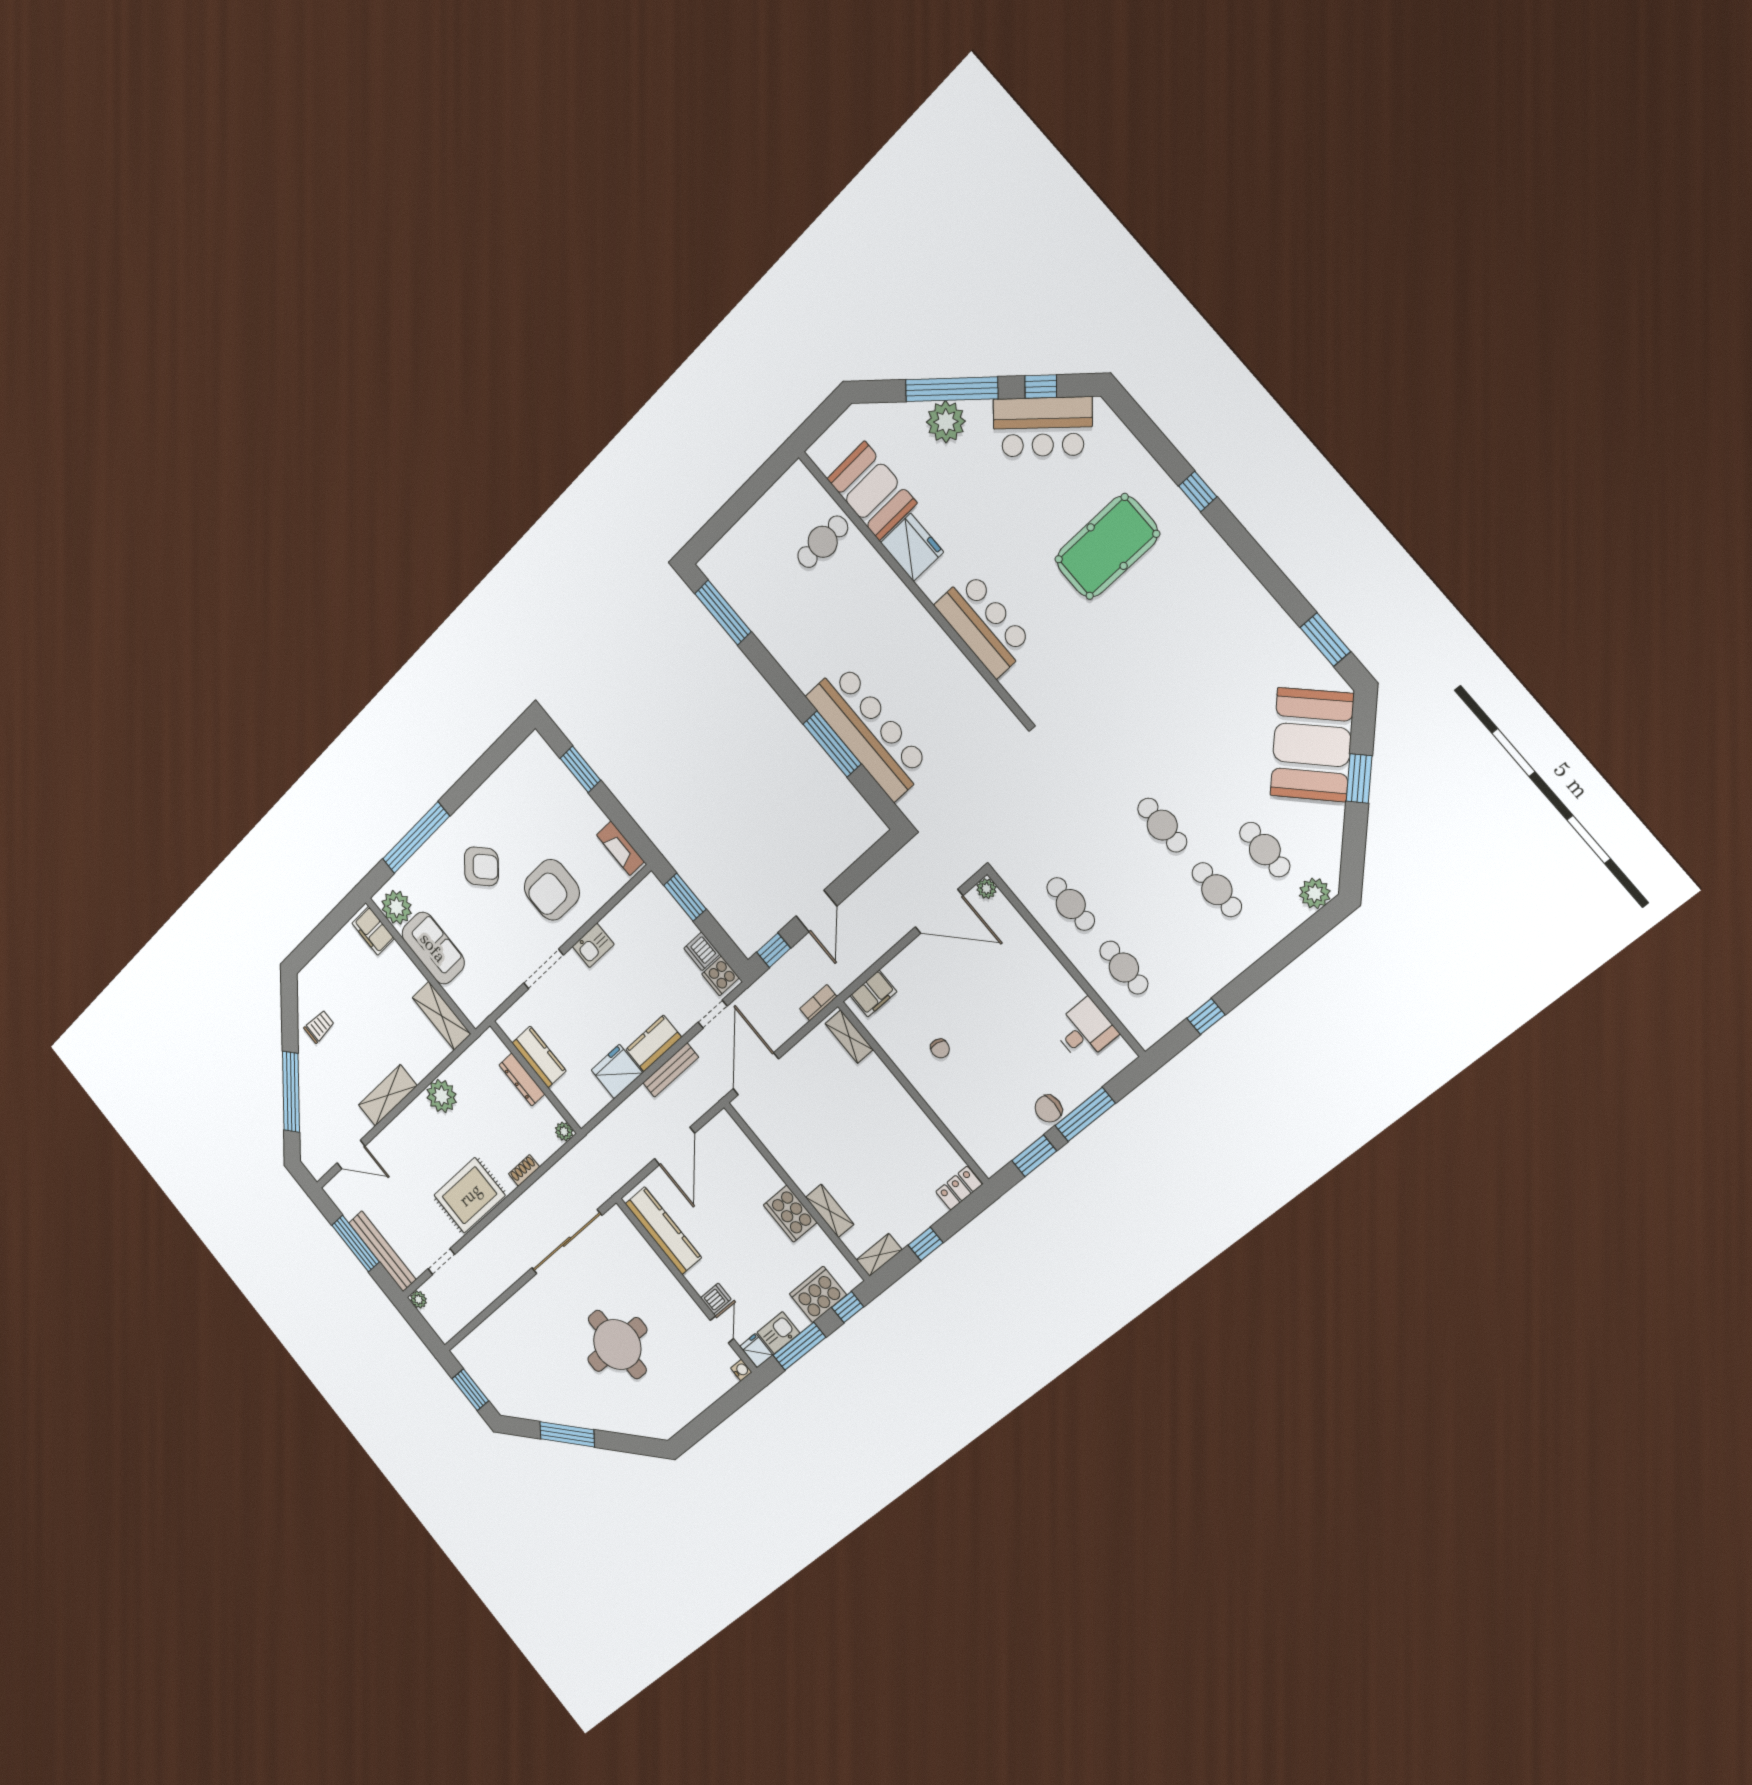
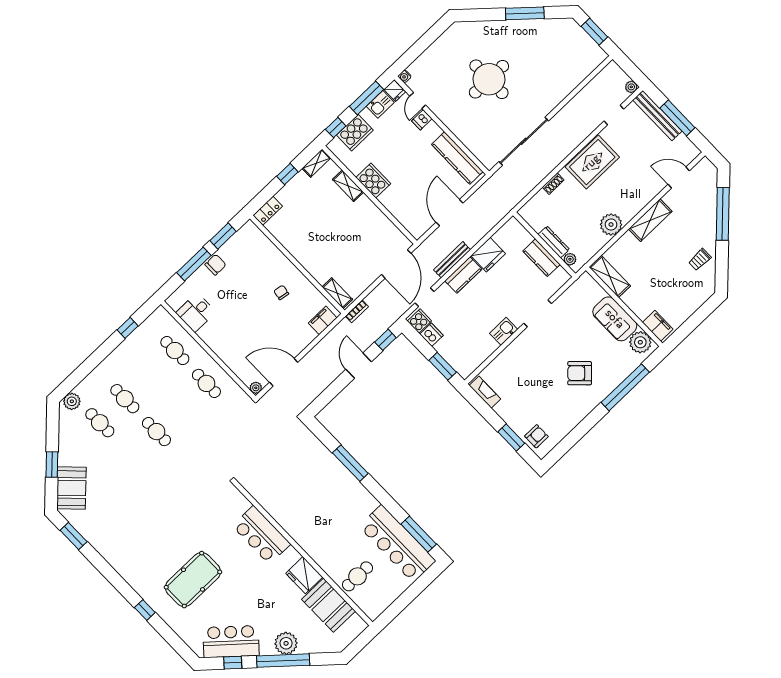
bar counter: (869, 731) -> (397, 544), moved
booth: (1312, 745) -> (71, 488), width x0.73, depth x0.70
armchair: (552, 890) -> (536, 436), moved, width x0.53, depth x0.53
plant: (564, 1131) -> (570, 259), moved

